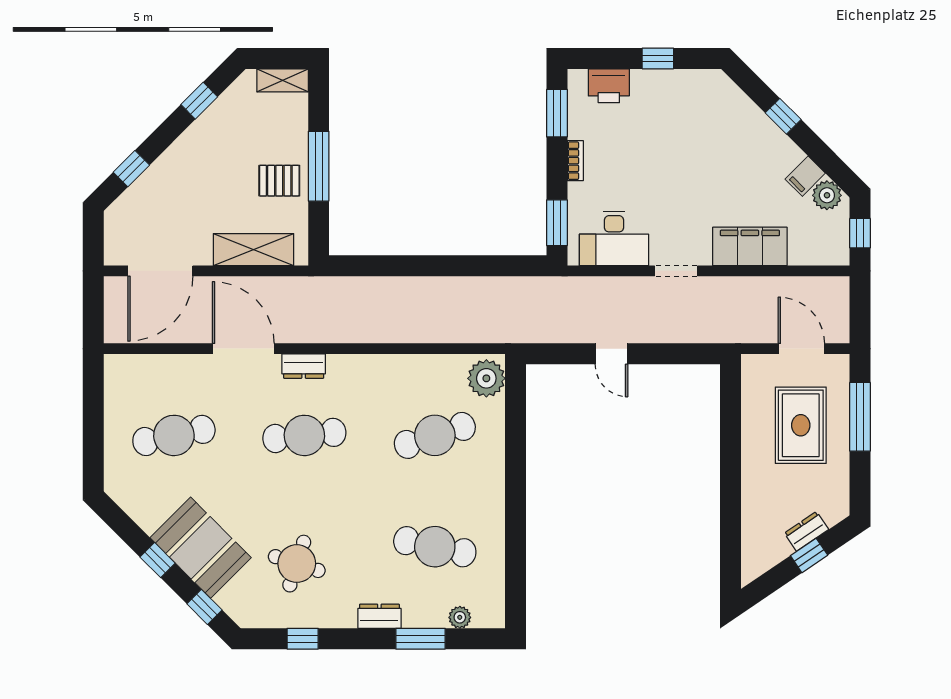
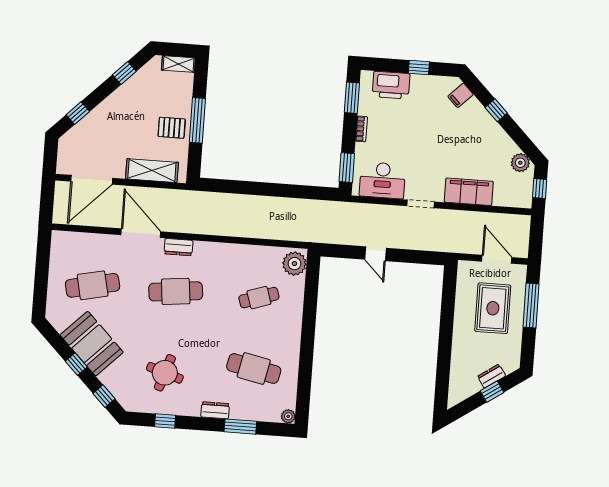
printer: (609, 86) -> (391, 85), width x1.37, depth x1.19
filing cabinet: (805, 176) -> (461, 95), moved
cafe table: (435, 435) -> (259, 298), width x0.73, depth x0.74
booth: (201, 548) -> (92, 344), moved
plant: (460, 617) -> (288, 416), moved

